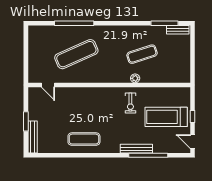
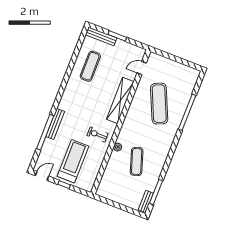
shelving: (88, 94) -> (120, 100), added
exercise mat: (84, 139) -> (90, 66), moved

